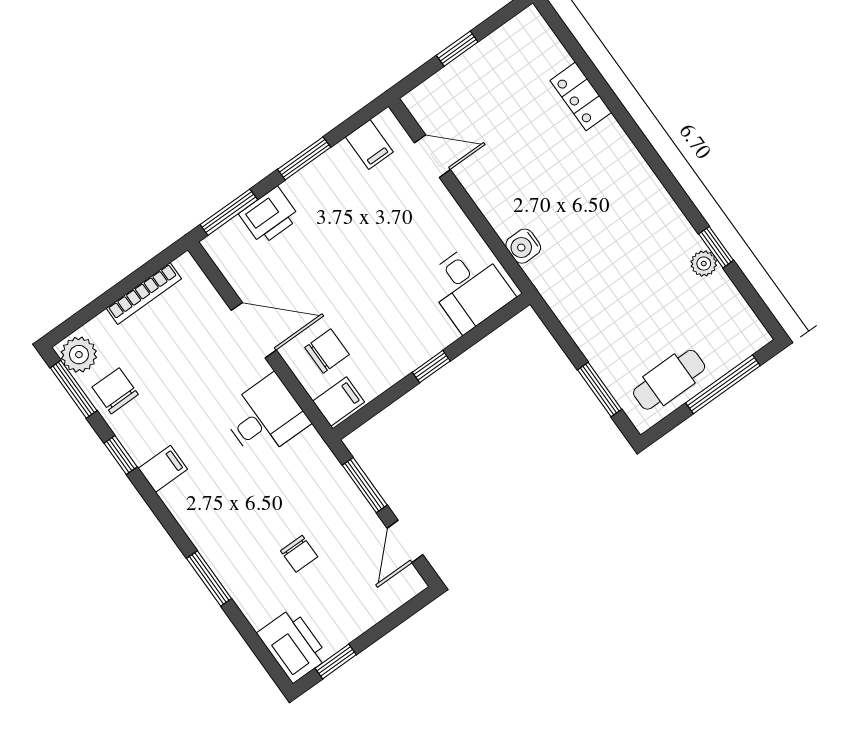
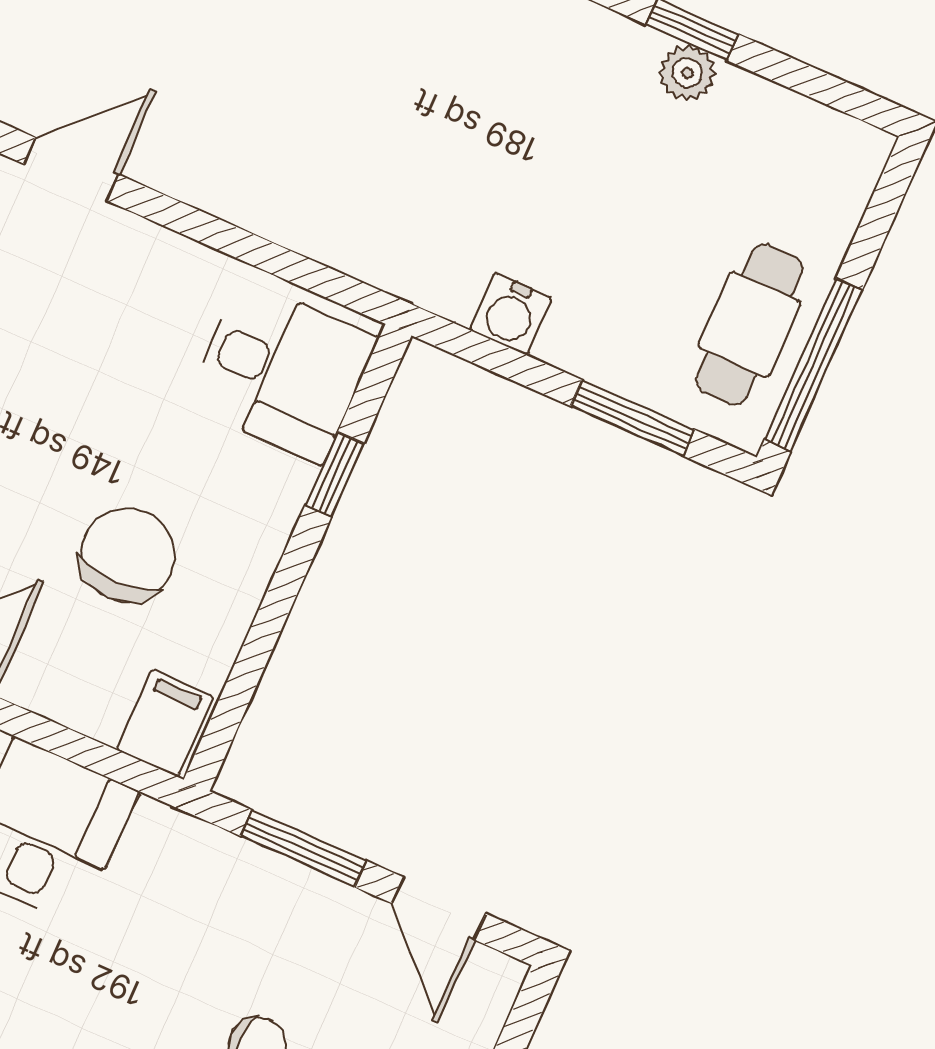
water cooler: (523, 246) -> (511, 314), moved
chair: (327, 351) -> (127, 555), moved, width x1.37, depth x1.37
window: (431, 367) -> (335, 474), moved
window: (723, 384) -> (813, 365), moved

